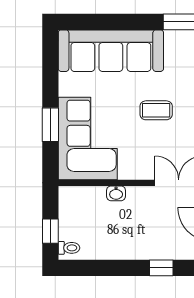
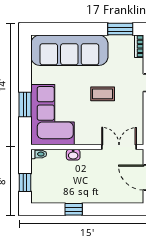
toilet: (69, 248) -> (39, 154), moved
window: (161, 268) -> (74, 209), moved

